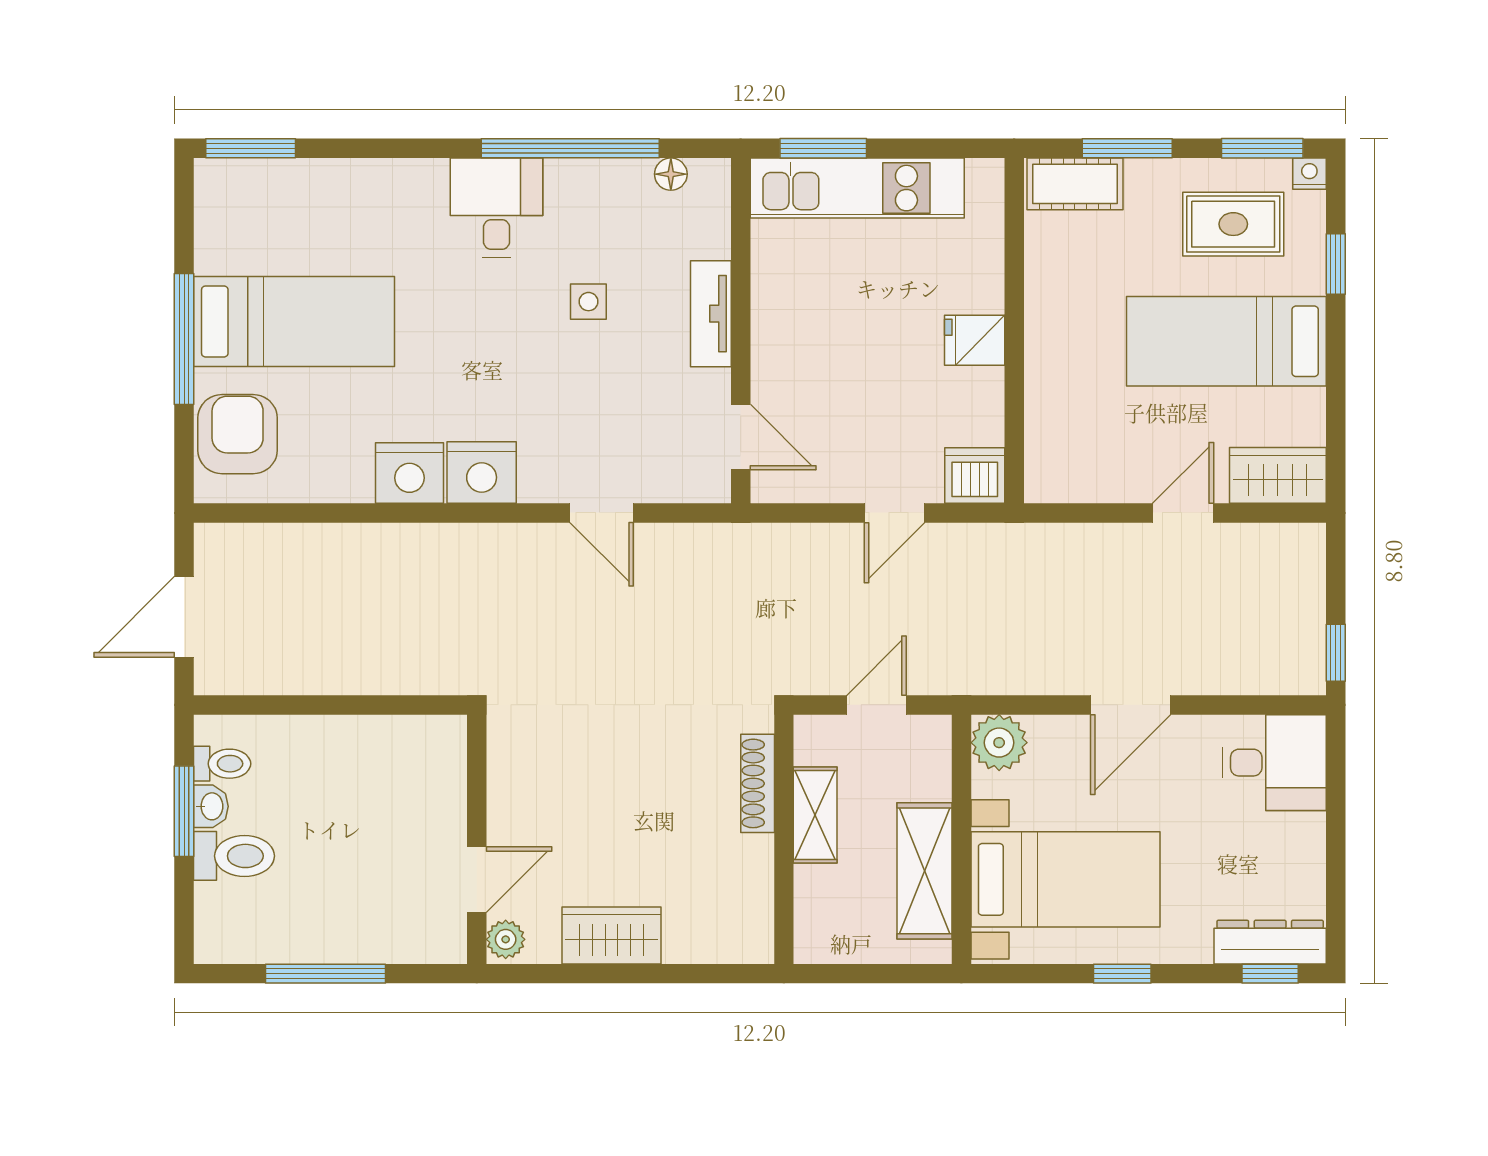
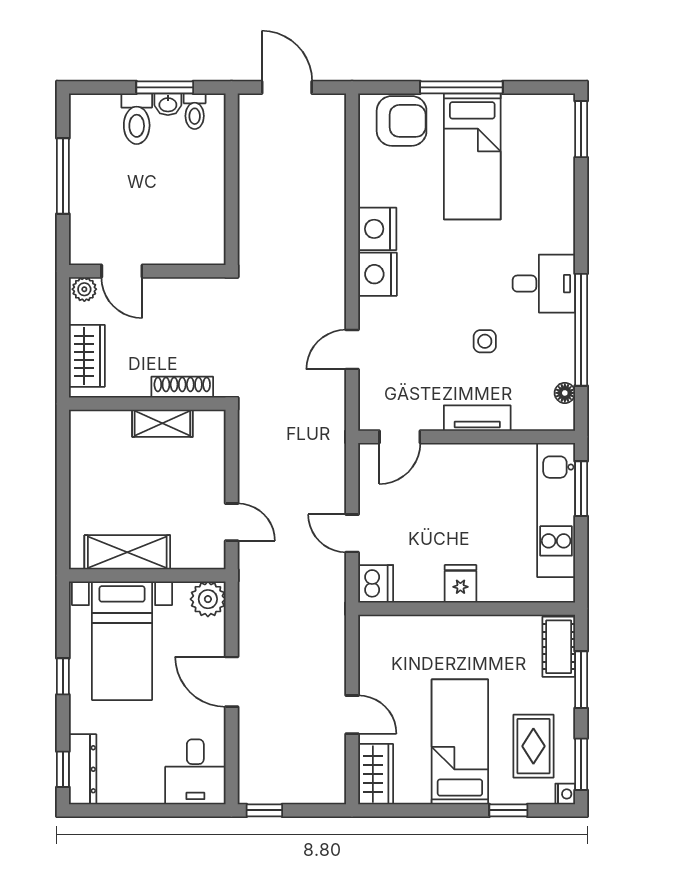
shoe rack: (758, 783) -> (182, 387), moved
shelving: (815, 815) -> (162, 423), moved
wall: (784, 839) -> (147, 404), moved

